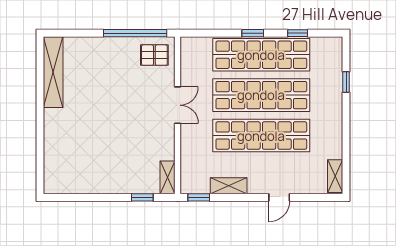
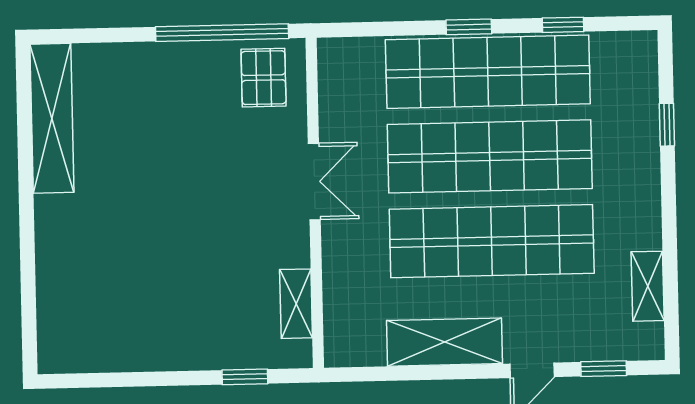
pallet: (154, 55) -> (264, 78), turned 90
shelving: (335, 176) -> (648, 286), moved
shelving: (167, 177) -> (296, 304), moved
shelving: (229, 186) -> (445, 342), width x1.50, depth x1.33
window: (199, 197) -> (604, 369), moved

